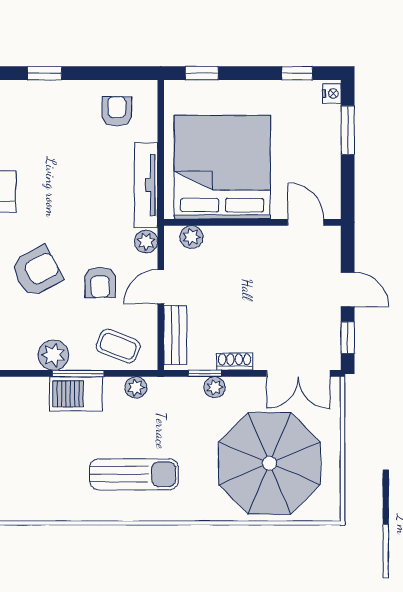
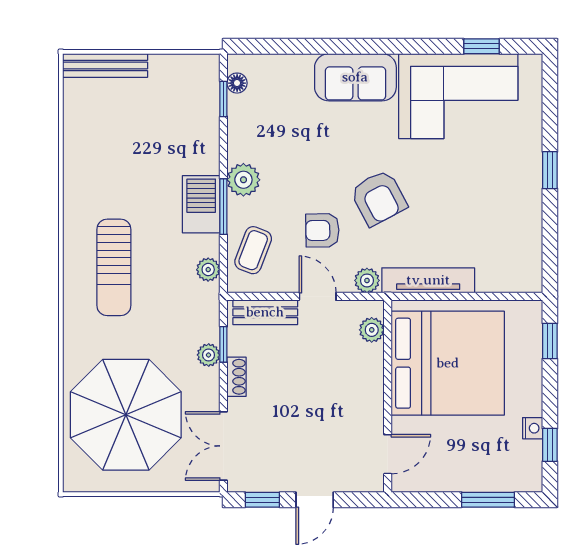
nightstand: (332, 94) -> (533, 428), moved, turned -90
armchair: (117, 111) -> (508, 249), removed
armchair: (37, 271) -> (379, 198), moved

